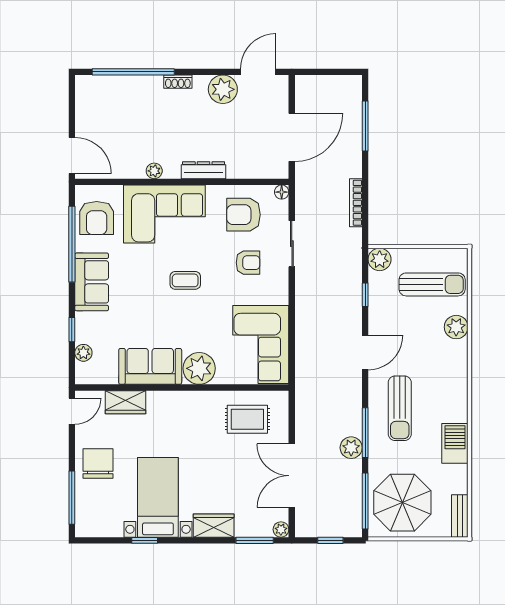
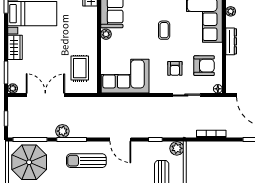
armchair: (243, 215) -> (204, 66), turned 90
plant: (199, 368) -> (106, 34), width x0.53, depth x0.53

